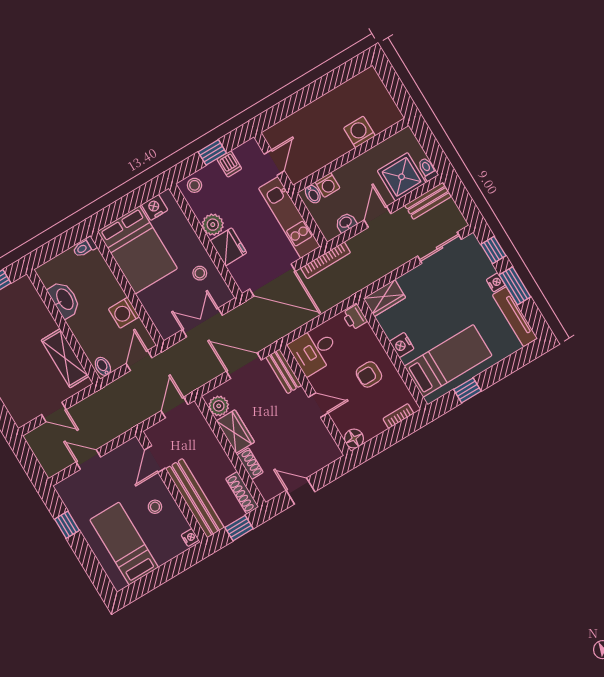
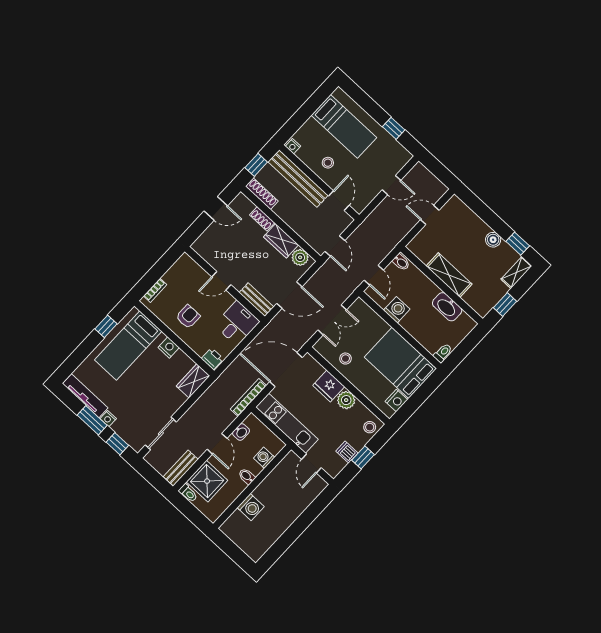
bidet: (313, 194) -> (247, 476), moved
shelving: (65, 358) -> (449, 275), moved
floor lamp: (354, 439) -> (185, 262), removed

